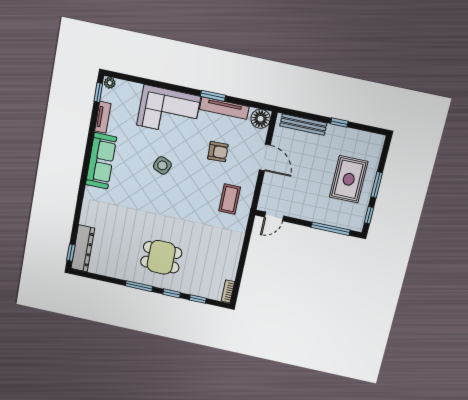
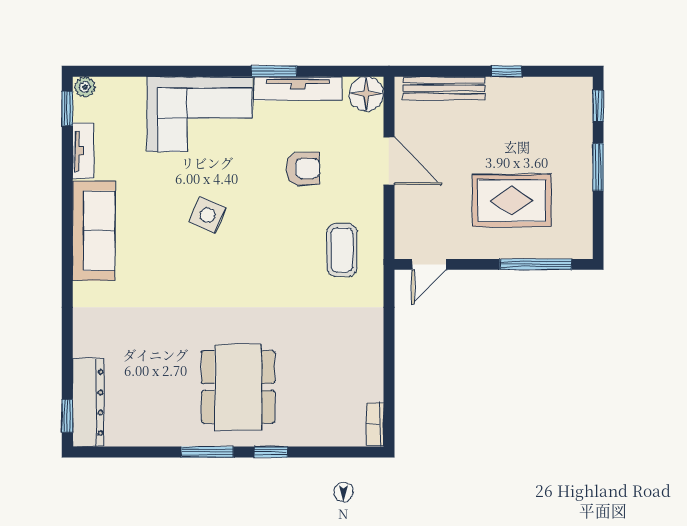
rug: (349, 179) -> (512, 201), moved, turned 90
window: (369, 215) -> (598, 106), moved
dining table: (161, 257) -> (238, 387), width x1.38
window: (198, 299) -> (322, 452), removed

